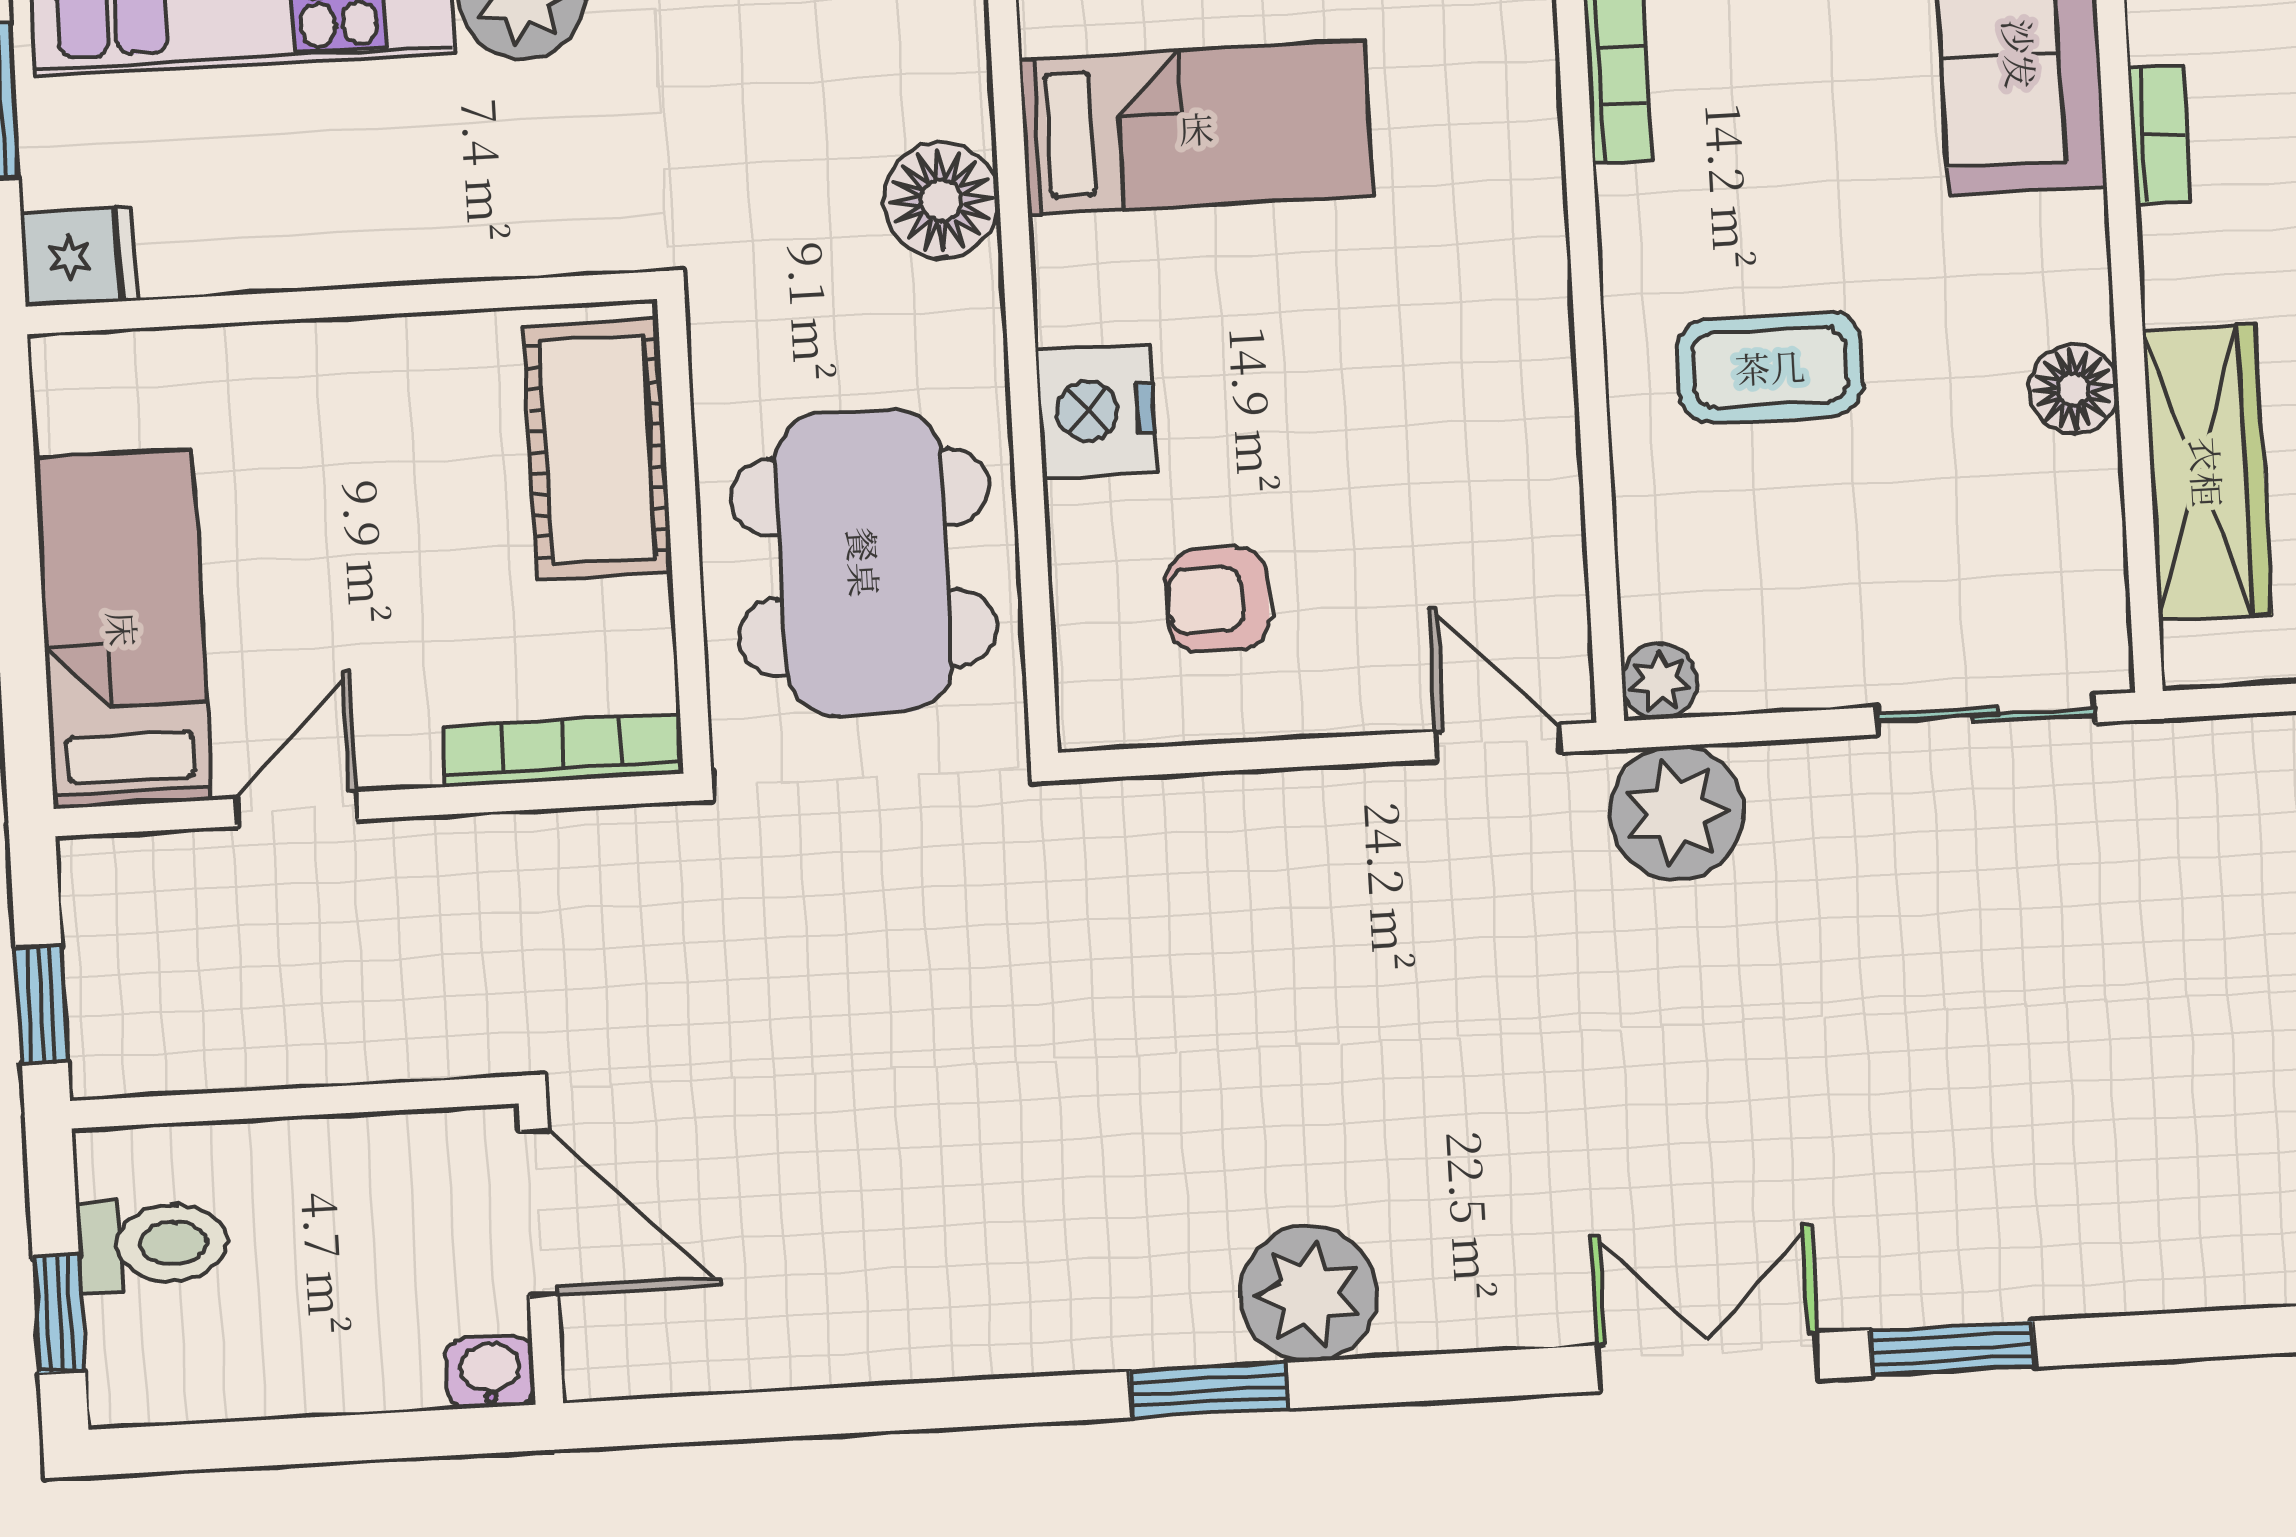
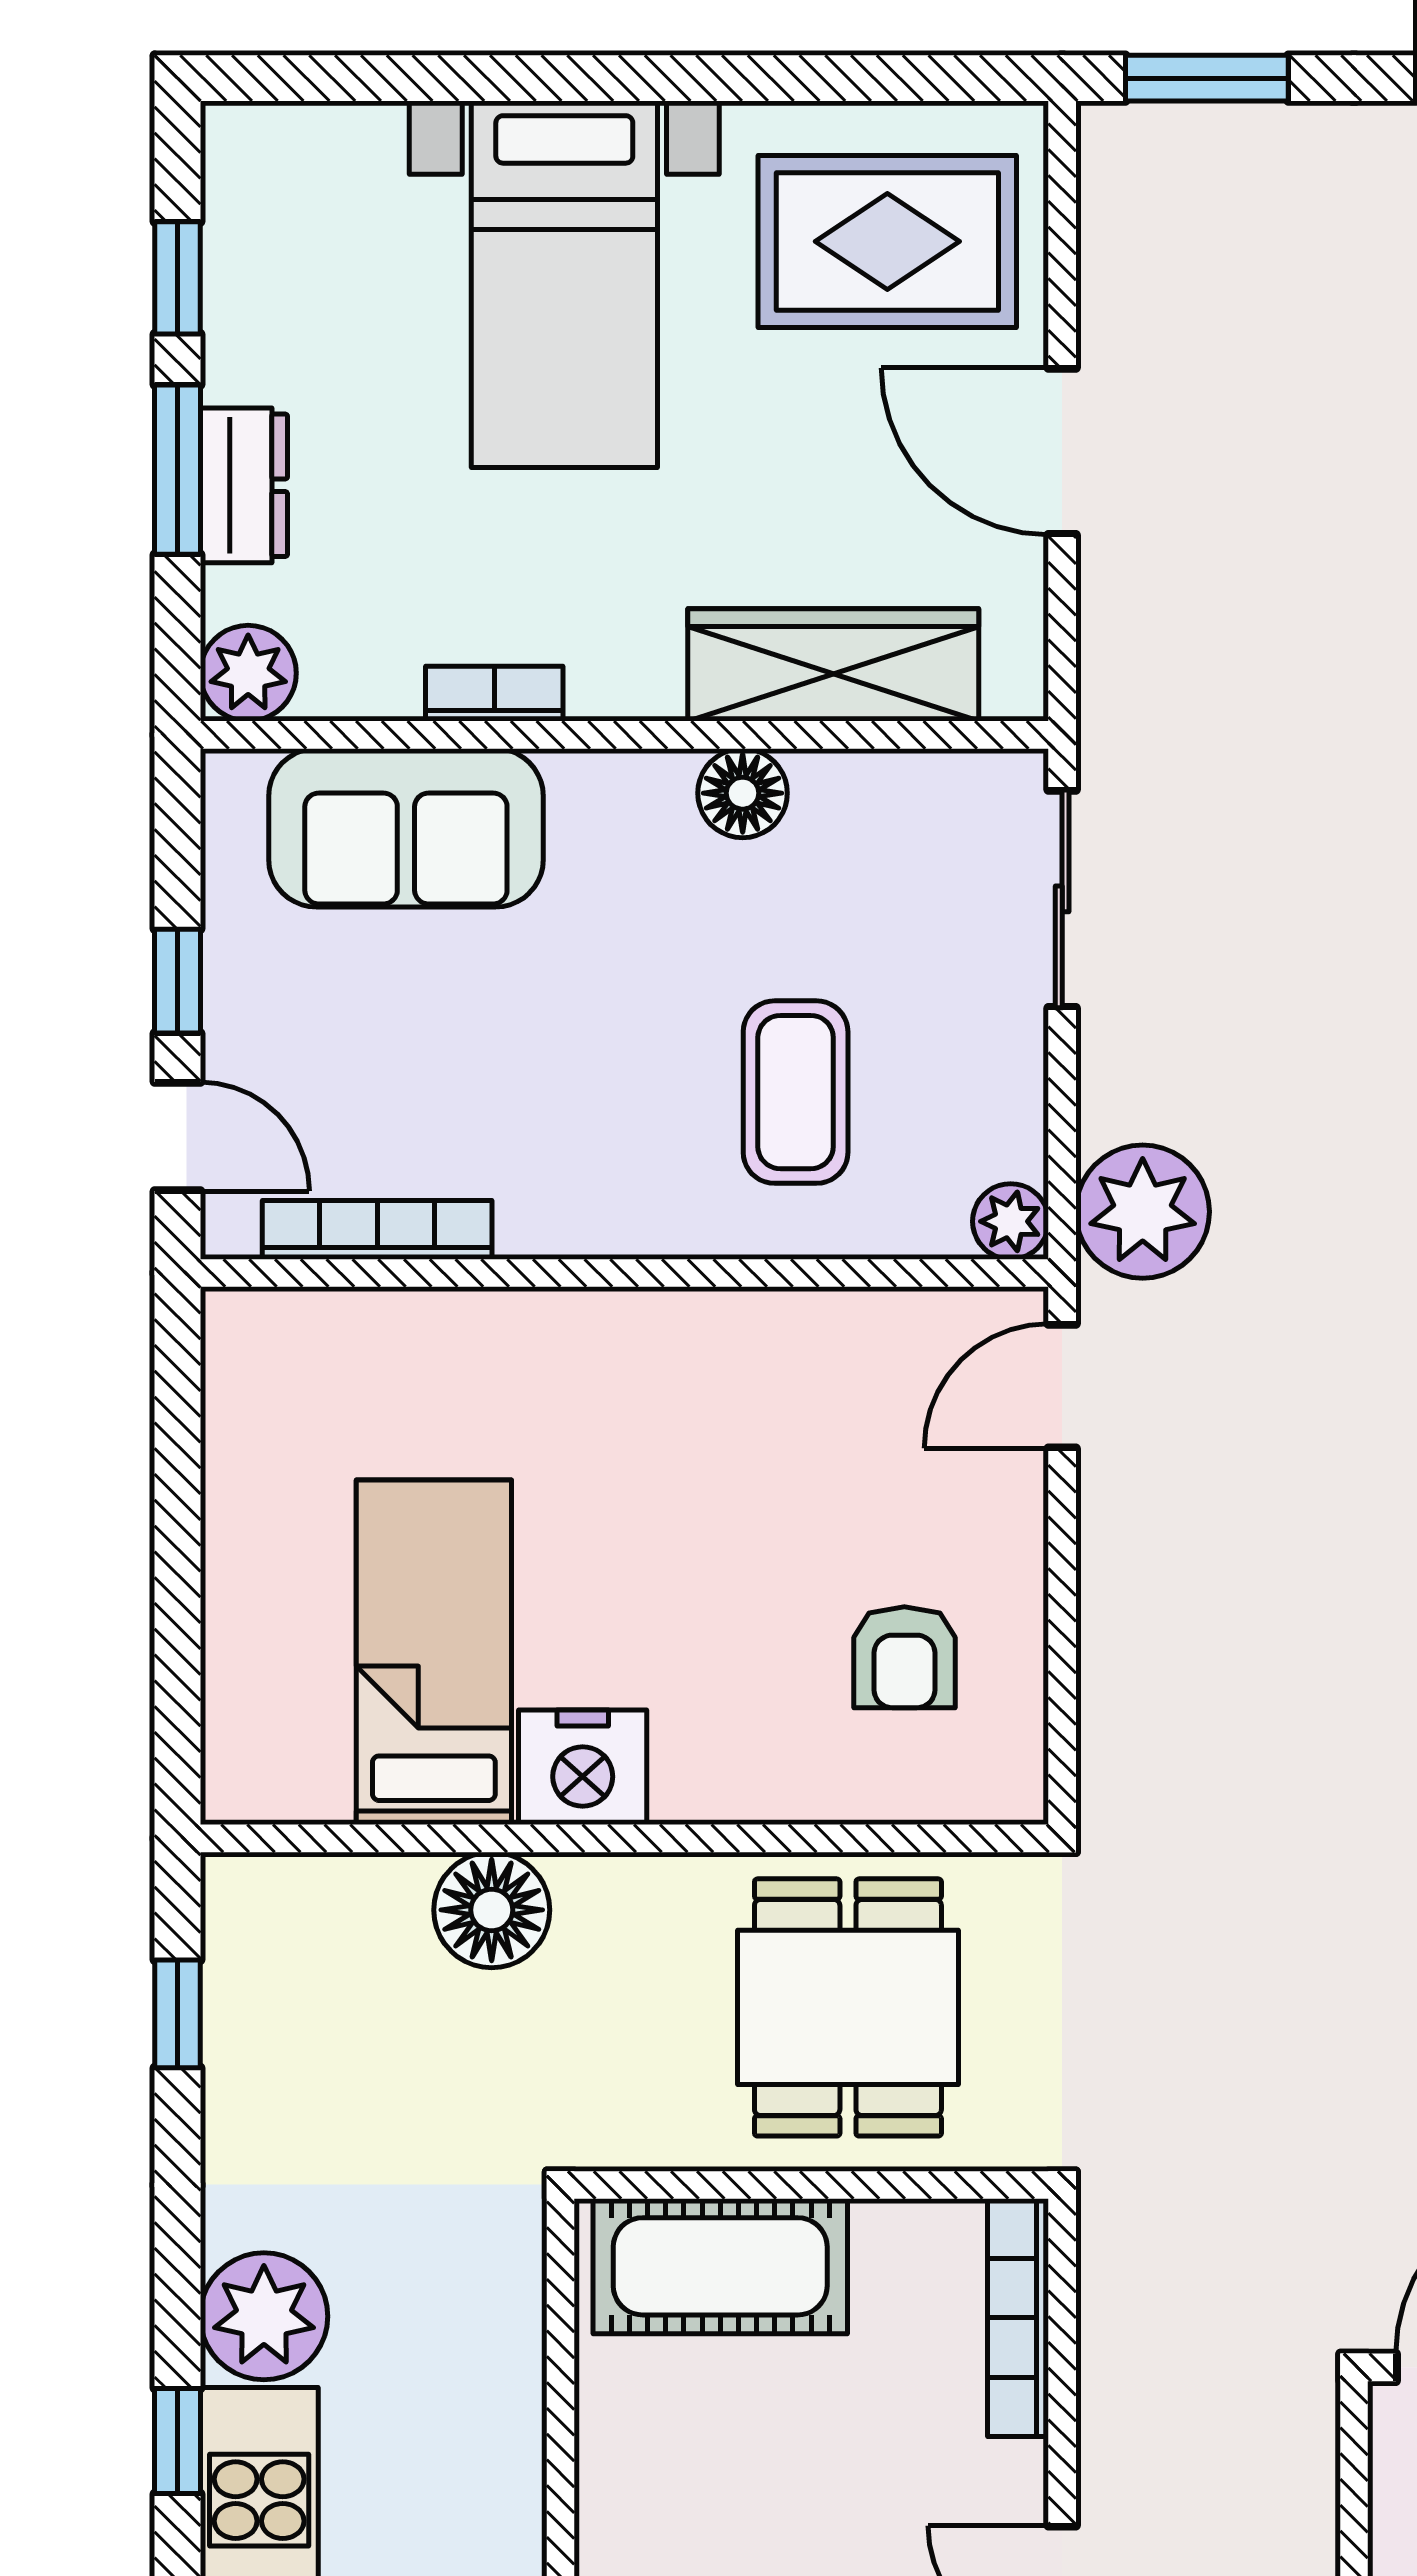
coffee table: (1770, 367) -> (796, 1092), moved
nightstand: (1096, 410) -> (583, 1767), moved
dining table: (864, 562) -> (848, 2007), width x0.73

